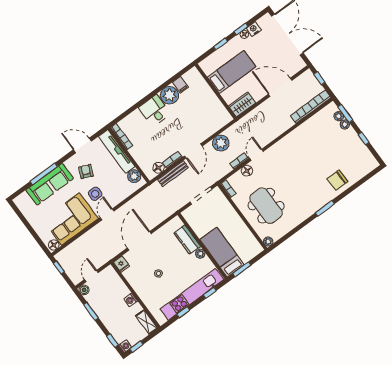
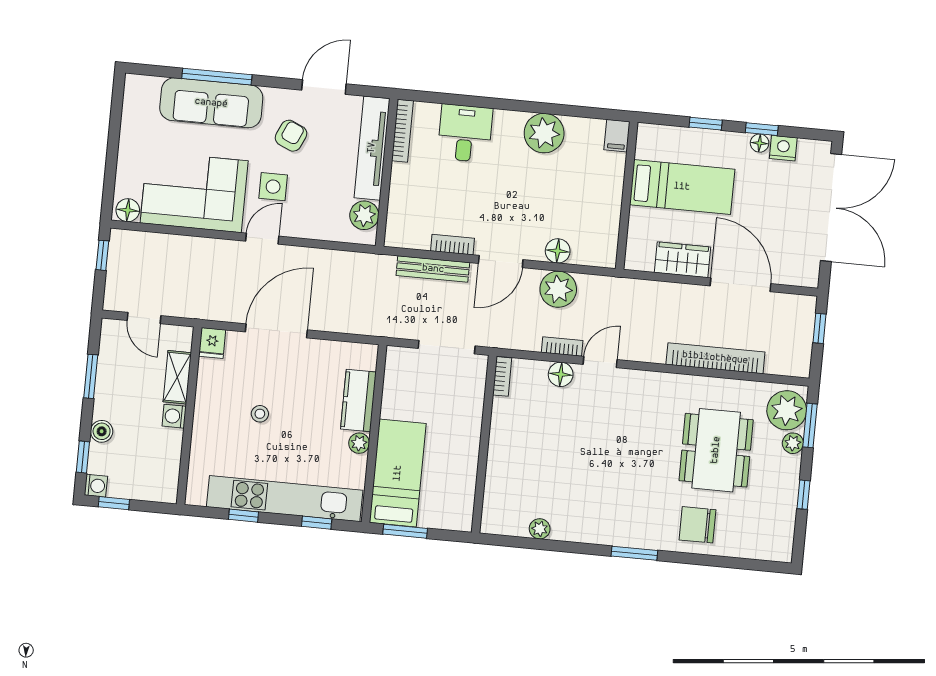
filing cabinet: (180, 85) -> (617, 136), moved
wardrobe: (242, 104) -> (683, 260), moved
bookcase: (311, 107) -> (715, 358), moved
desk: (154, 111) -> (465, 133), moved
plant: (339, 116) -> (787, 410), width x1.87, depth x1.87
door: (82, 145) -> (324, 87), hinge flipped
floor lamp: (158, 168) -> (558, 251), moved
dining table: (266, 206) -> (716, 450), moved
plant: (268, 241) -> (540, 529), moved
door: (91, 276) -> (144, 318), swing flipped
boiler: (84, 290) -> (102, 431), moved
shelving: (147, 322) -> (177, 377), moved

